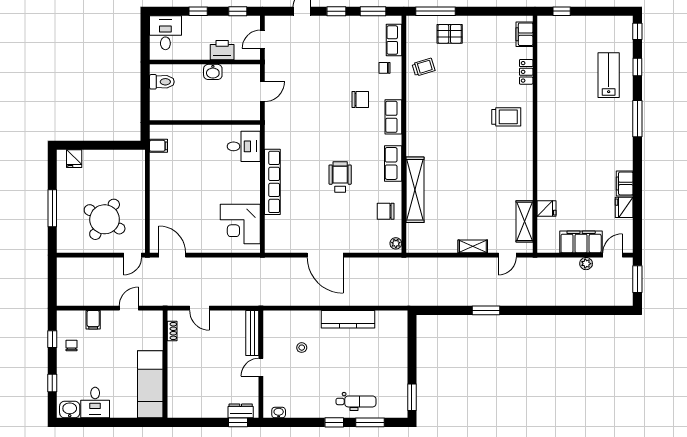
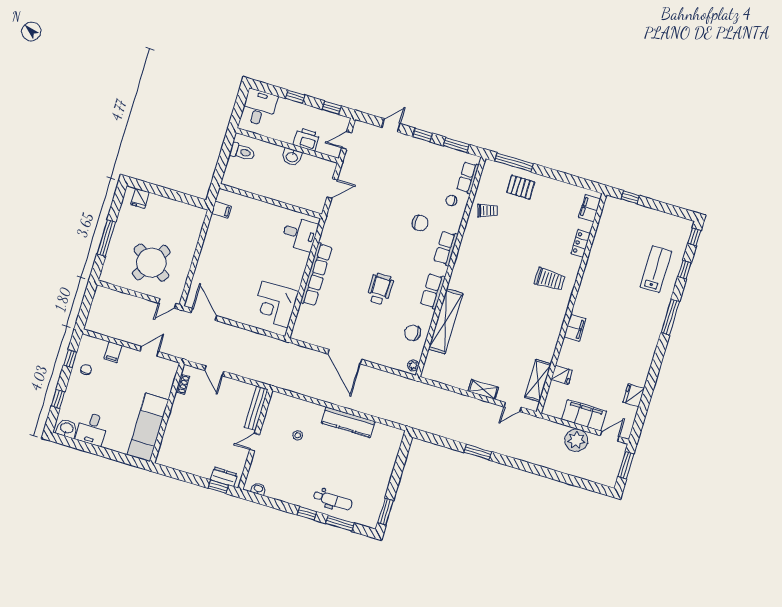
filing cabinet: (625, 183) -> (575, 328), moved, turned 180
plant: (586, 264) -> (576, 440), width x1.88, depth x1.88

